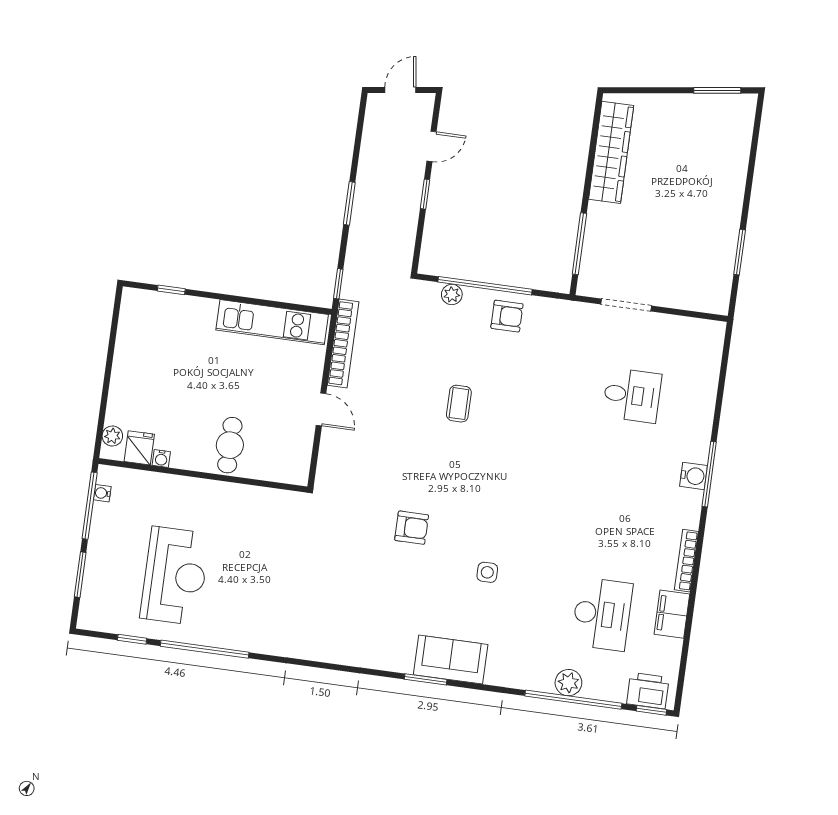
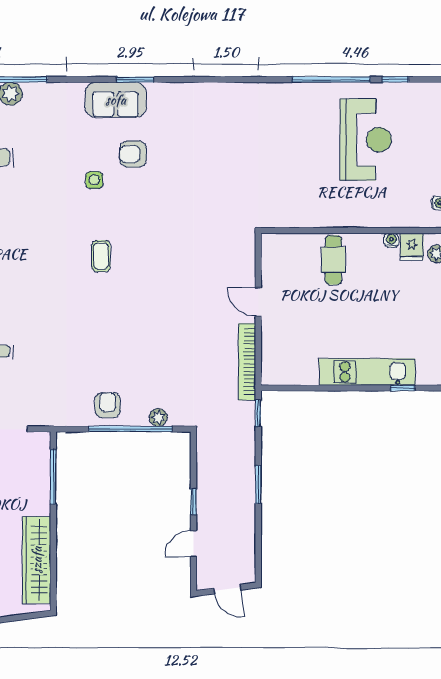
door: (400, 90) -> (227, 589), hinge flipped
armchair: (507, 316) -> (108, 405), turned 90
kitchen unit: (272, 322) -> (367, 372), moved
coffee table: (459, 404) -> (101, 256), moved
armchair: (412, 528) -> (133, 154), moved
reception desk: (175, 576) -> (366, 140), turned 180

